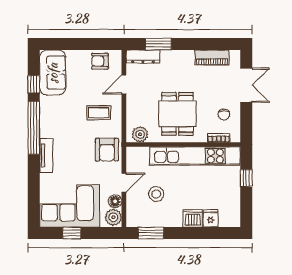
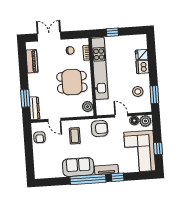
sofa: (53, 73) -> (78, 167), moved
window: (34, 84) -> (118, 177), moved
stool: (156, 194) -> (138, 92), moved

